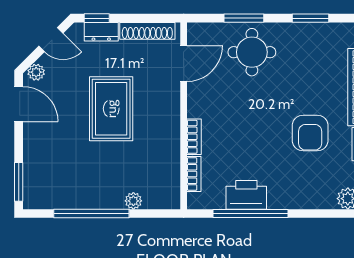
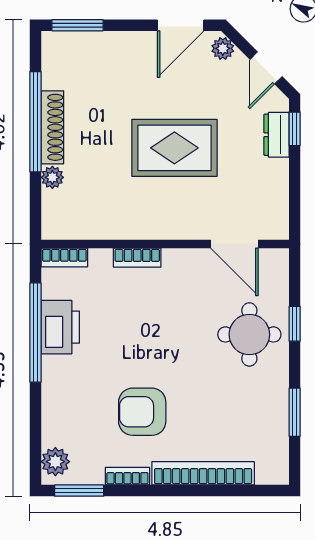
window: (244, 18) -> (295, 324), width x0.67
shoe rack: (147, 31) -> (52, 127), moved, turned 180
bookcase: (194, 174) -> (64, 257), moved

